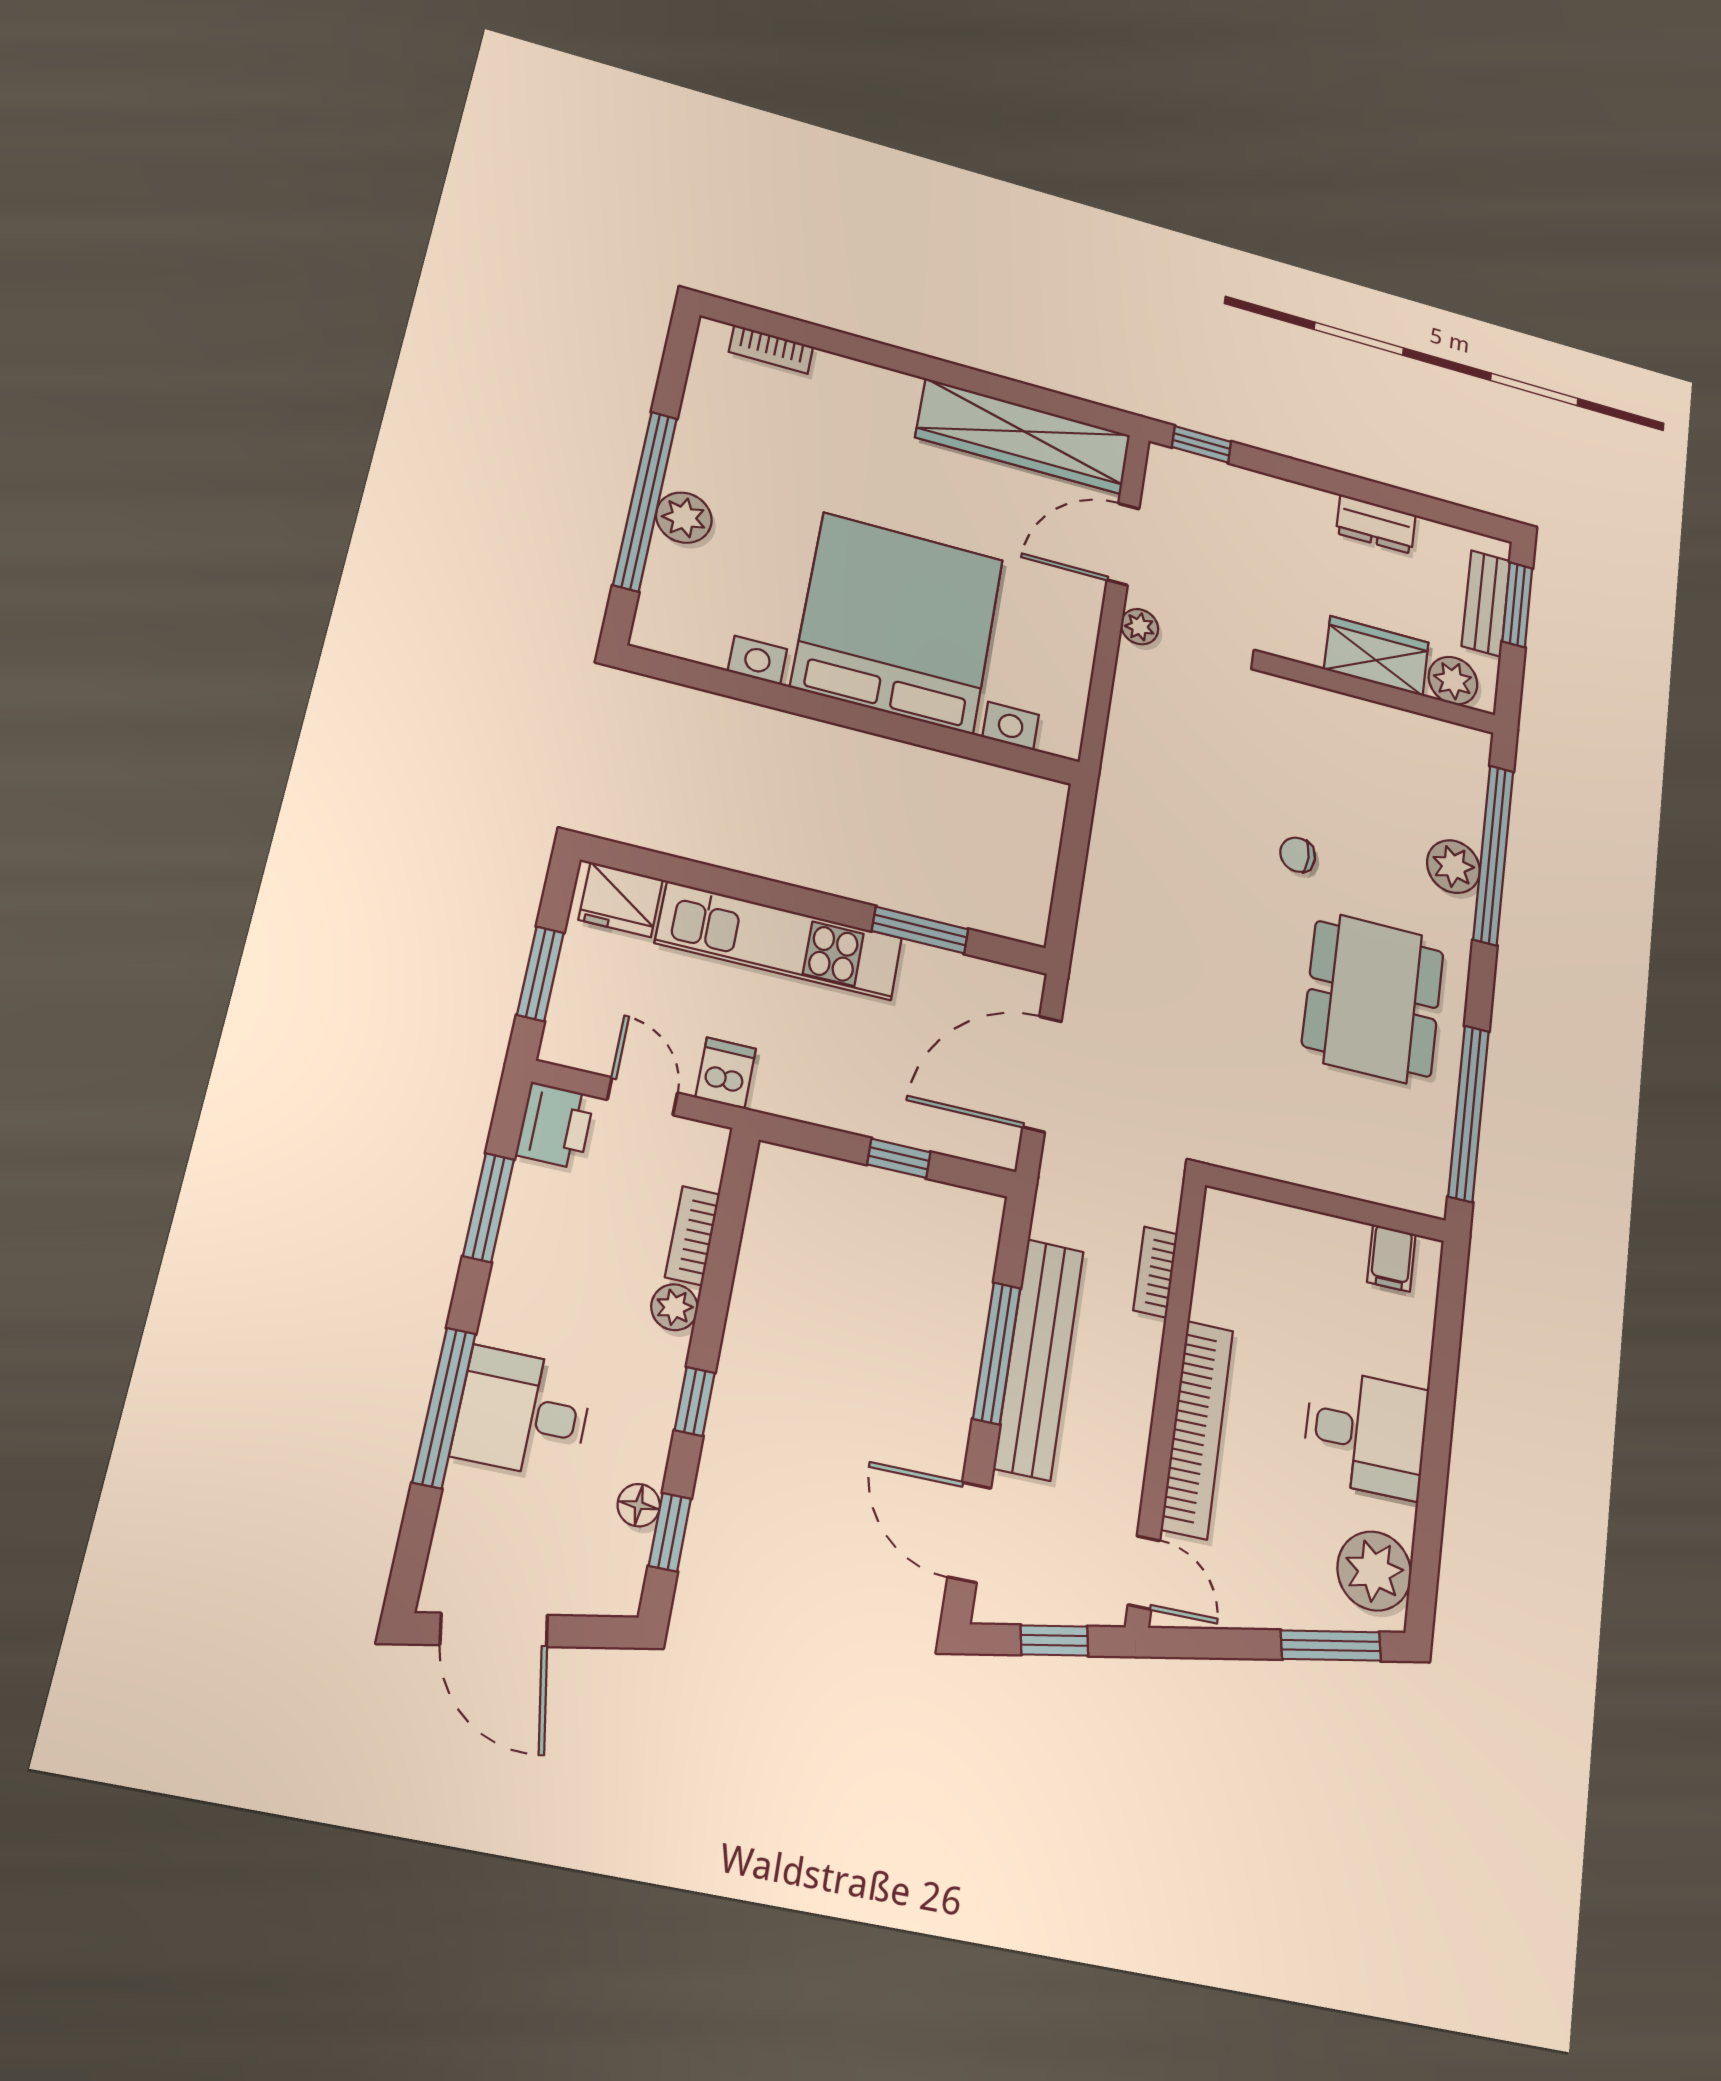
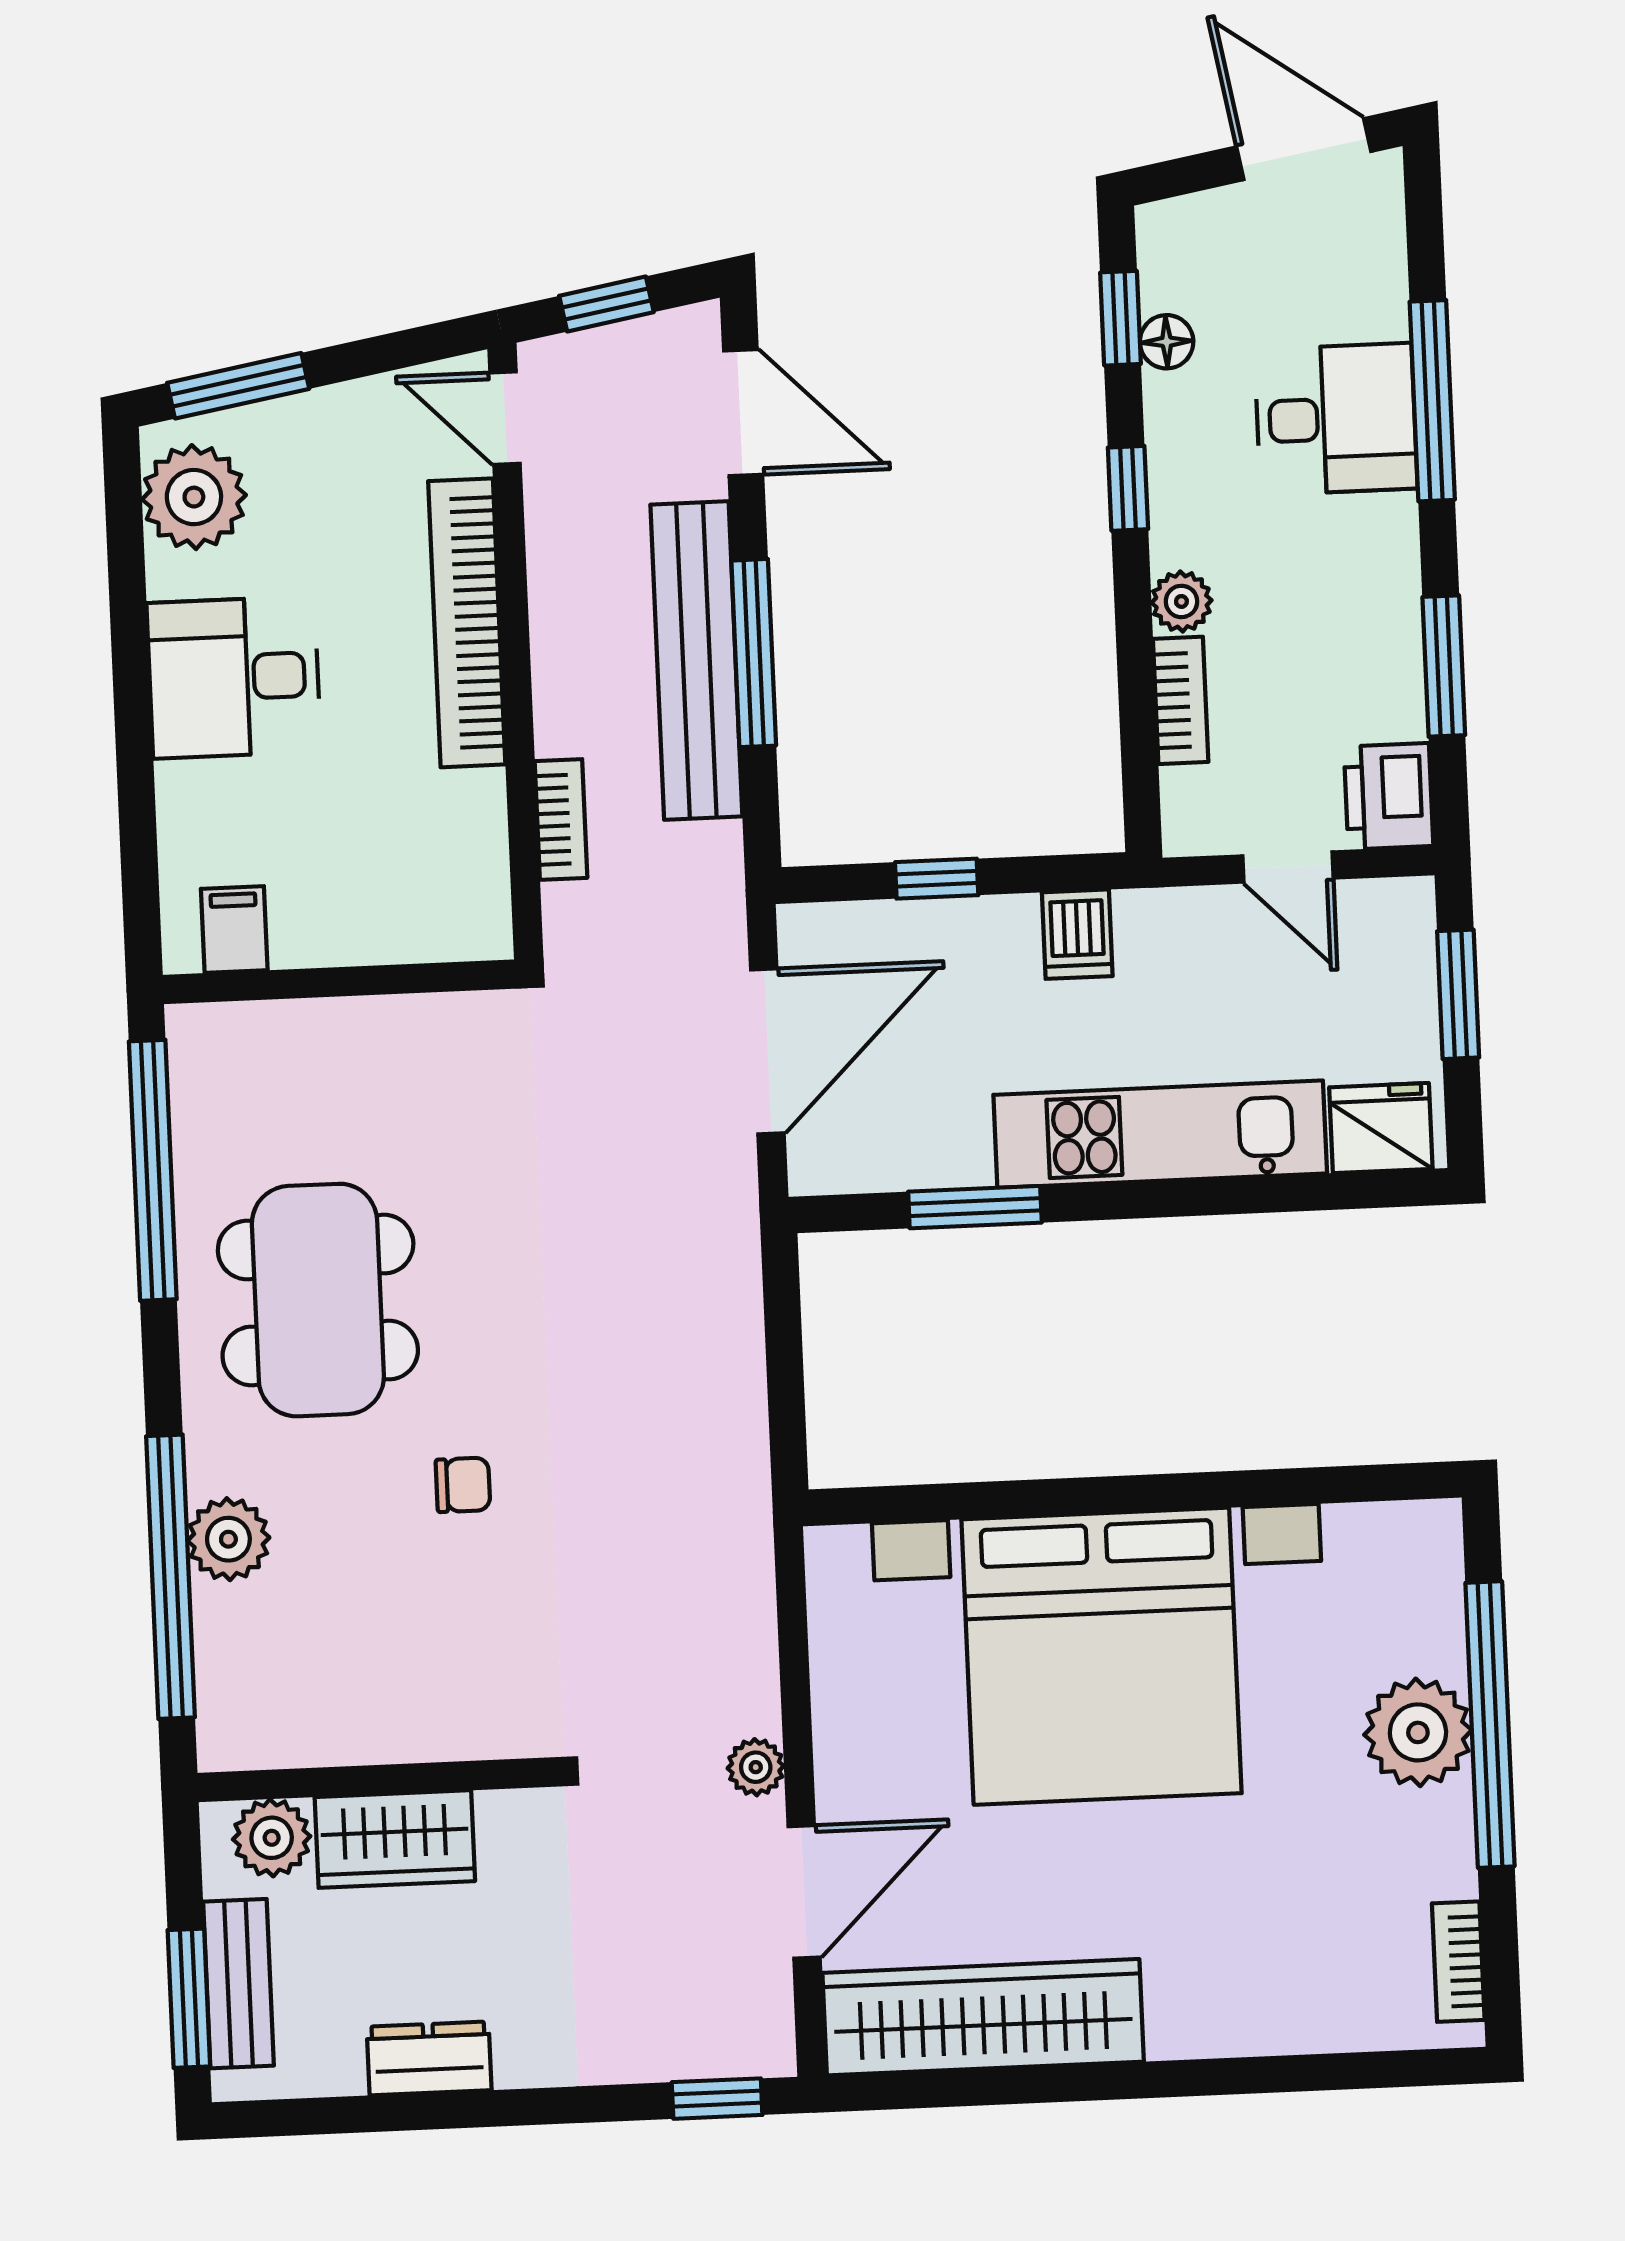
bookcase: (771, 349) -> (1458, 1962), moved, turned -90
plant: (684, 518) -> (1418, 1732), width x1.36, depth x1.36
dishwasher: (726, 1073) -> (1077, 934), moved

